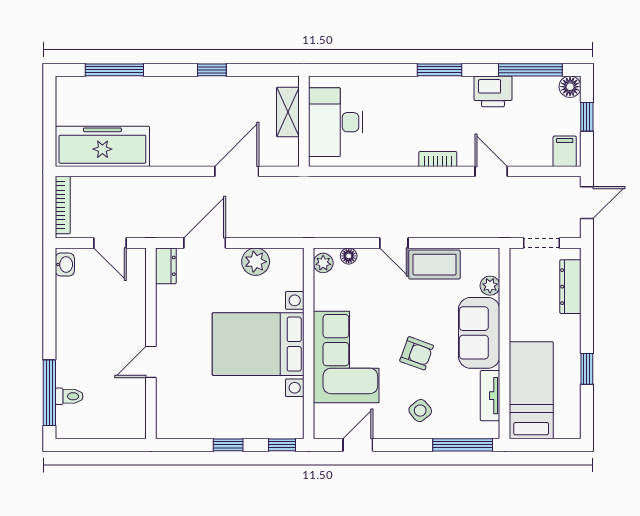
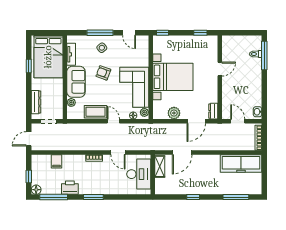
shelving: (288, 112) -> (160, 166), moved
filing cabinet: (565, 151) -> (57, 161), moved
door: (491, 171) -> (118, 153), moved
corner sofa: (346, 357) -> (134, 87), moved
bed: (531, 390) -> (48, 57), width x1.50
window: (228, 445) -> (200, 33), moved
door: (358, 445) -> (129, 33), hinge flipped
window: (463, 445) -> (100, 33), moved

